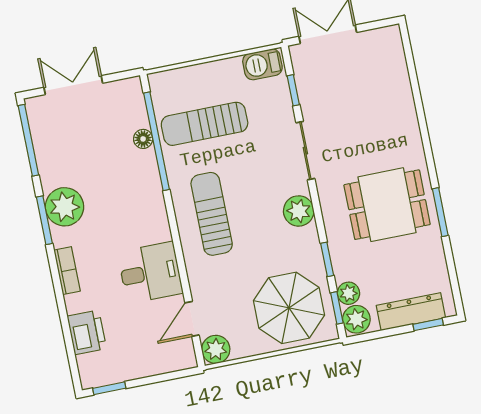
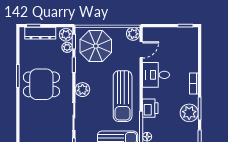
sun lounger: (212, 214) -> (123, 96), width x1.36, depth x1.34
printer: (87, 332) -> (150, 108), moved, turned 180

